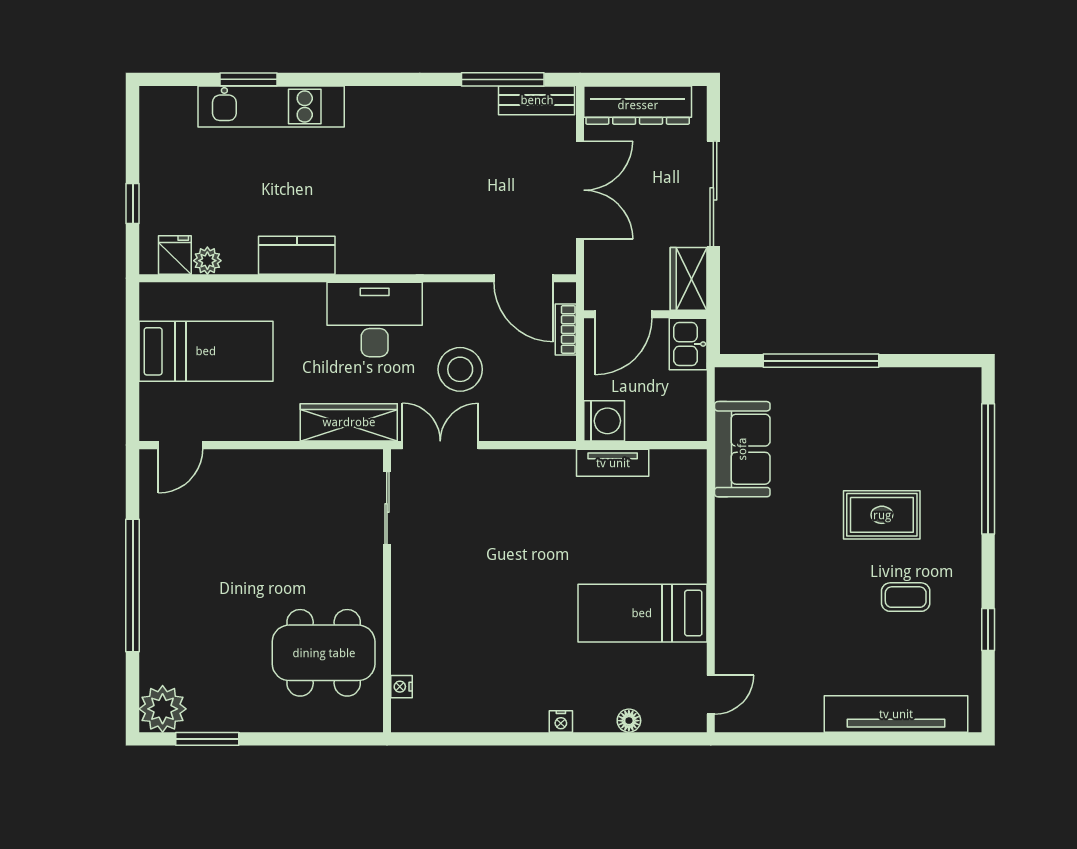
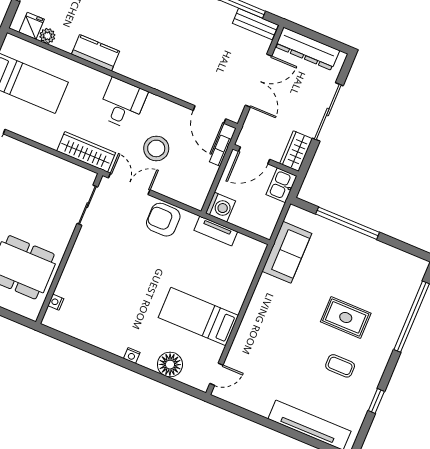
desk: (375, 320) -> (122, 104), width x0.73
armchair: (520, 480) -> (163, 220), added
floor lamp: (629, 721) -> (170, 365), width x1.89, depth x1.89

